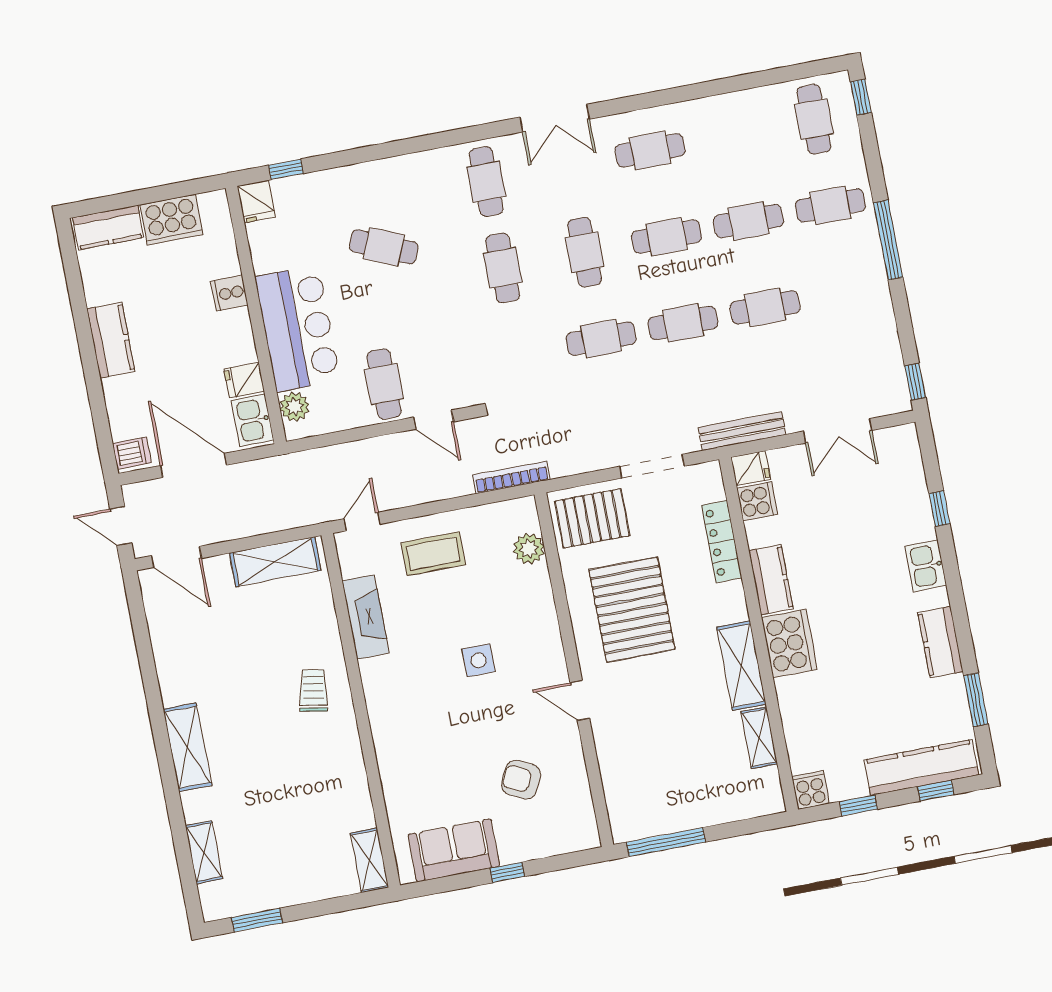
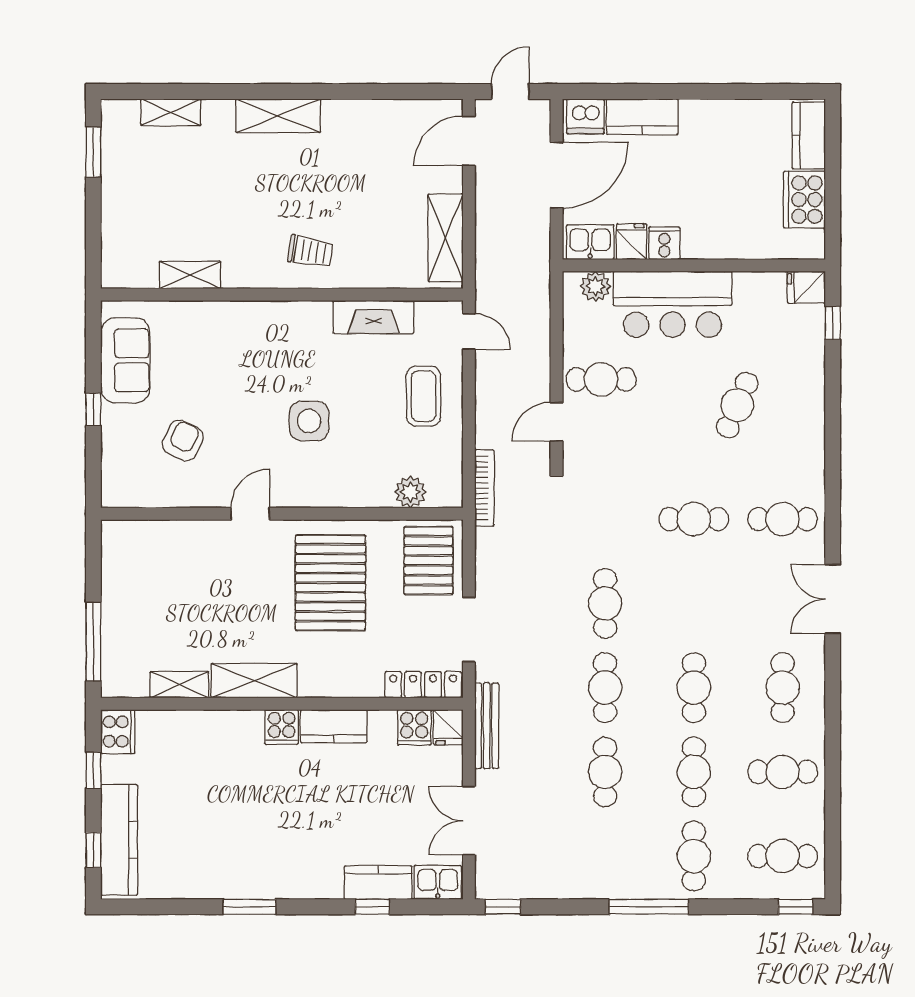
cafe table: (585, 252) -> (783, 772), moved
cooker: (229, 293) -> (664, 243), moved
kitchen counter: (111, 340) -> (642, 117), moved
dishwasher: (132, 453) -> (585, 116), width x1.38
locker: (722, 542) -> (423, 685), moved
kitchen sink: (926, 566) -> (438, 882), moved
pallet: (632, 610) -> (330, 583), turned 90
kitchen counter: (940, 642) -> (378, 883), moved
cooker: (789, 643) -> (282, 727), width x0.53, depth x0.76
side table: (479, 660) -> (309, 421), width x1.37, depth x1.37
window: (976, 700) -> (249, 907), moved
cooker: (811, 790) -> (118, 732), width x1.36
window: (666, 842) -> (93, 642), moved
shelving: (370, 860) -> (190, 275), moved

